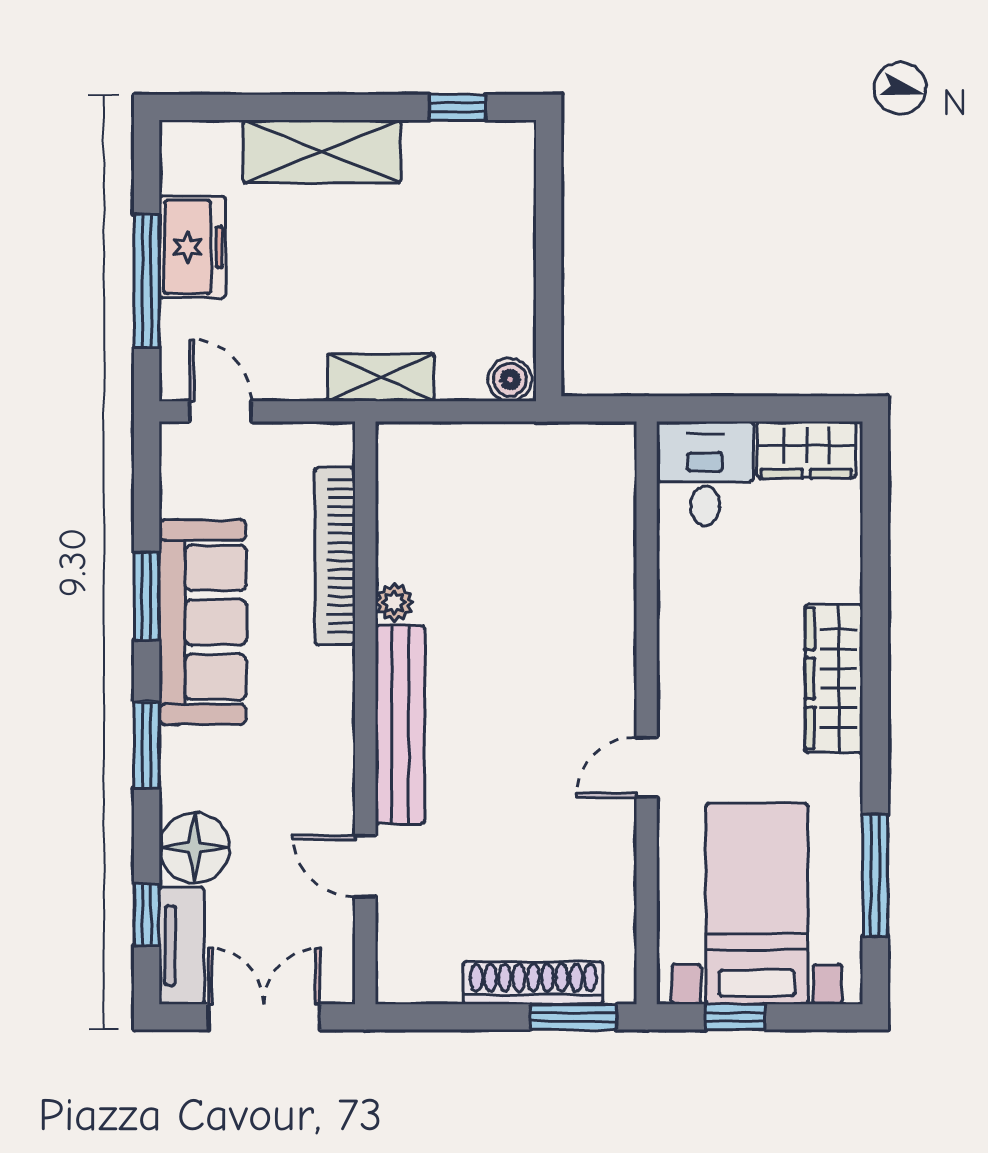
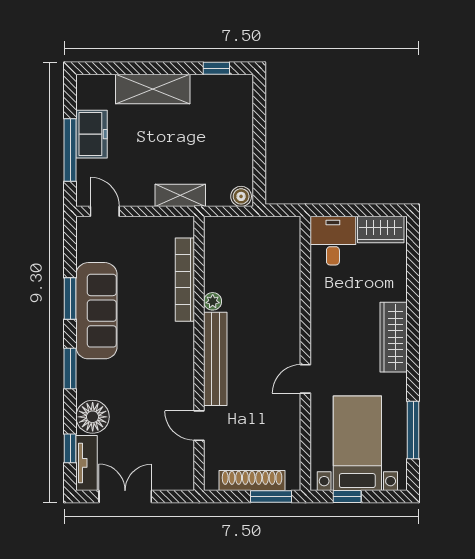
bookcase: (335, 556) -> (185, 280), moved
plant: (394, 602) -> (213, 301), moved
wall: (365, 713) -> (199, 353), moved
bench: (400, 725) -> (215, 359), moved
door: (365, 866) -> (199, 426), moved

